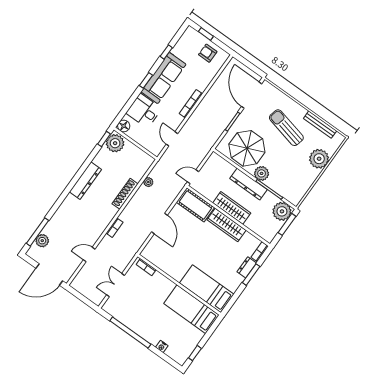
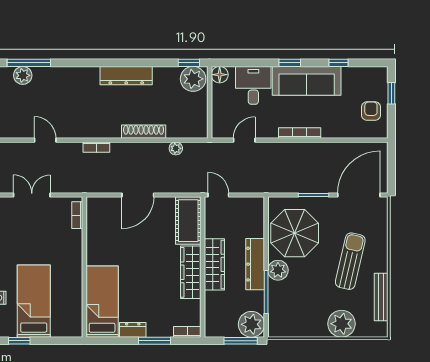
dresser: (247, 267) -> (133, 330), moved
bed: (191, 309) -> (34, 301), moved

